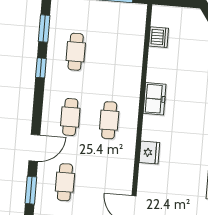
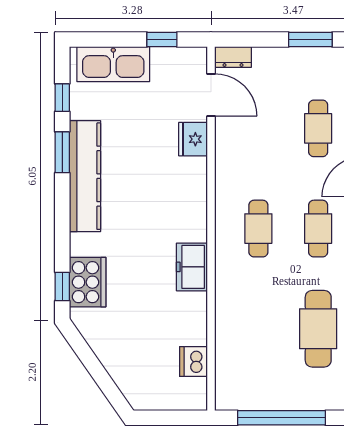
cafe table: (76, 52) -> (318, 329), width x1.37, depth x1.35
fridge: (149, 152) -> (193, 139), moved

